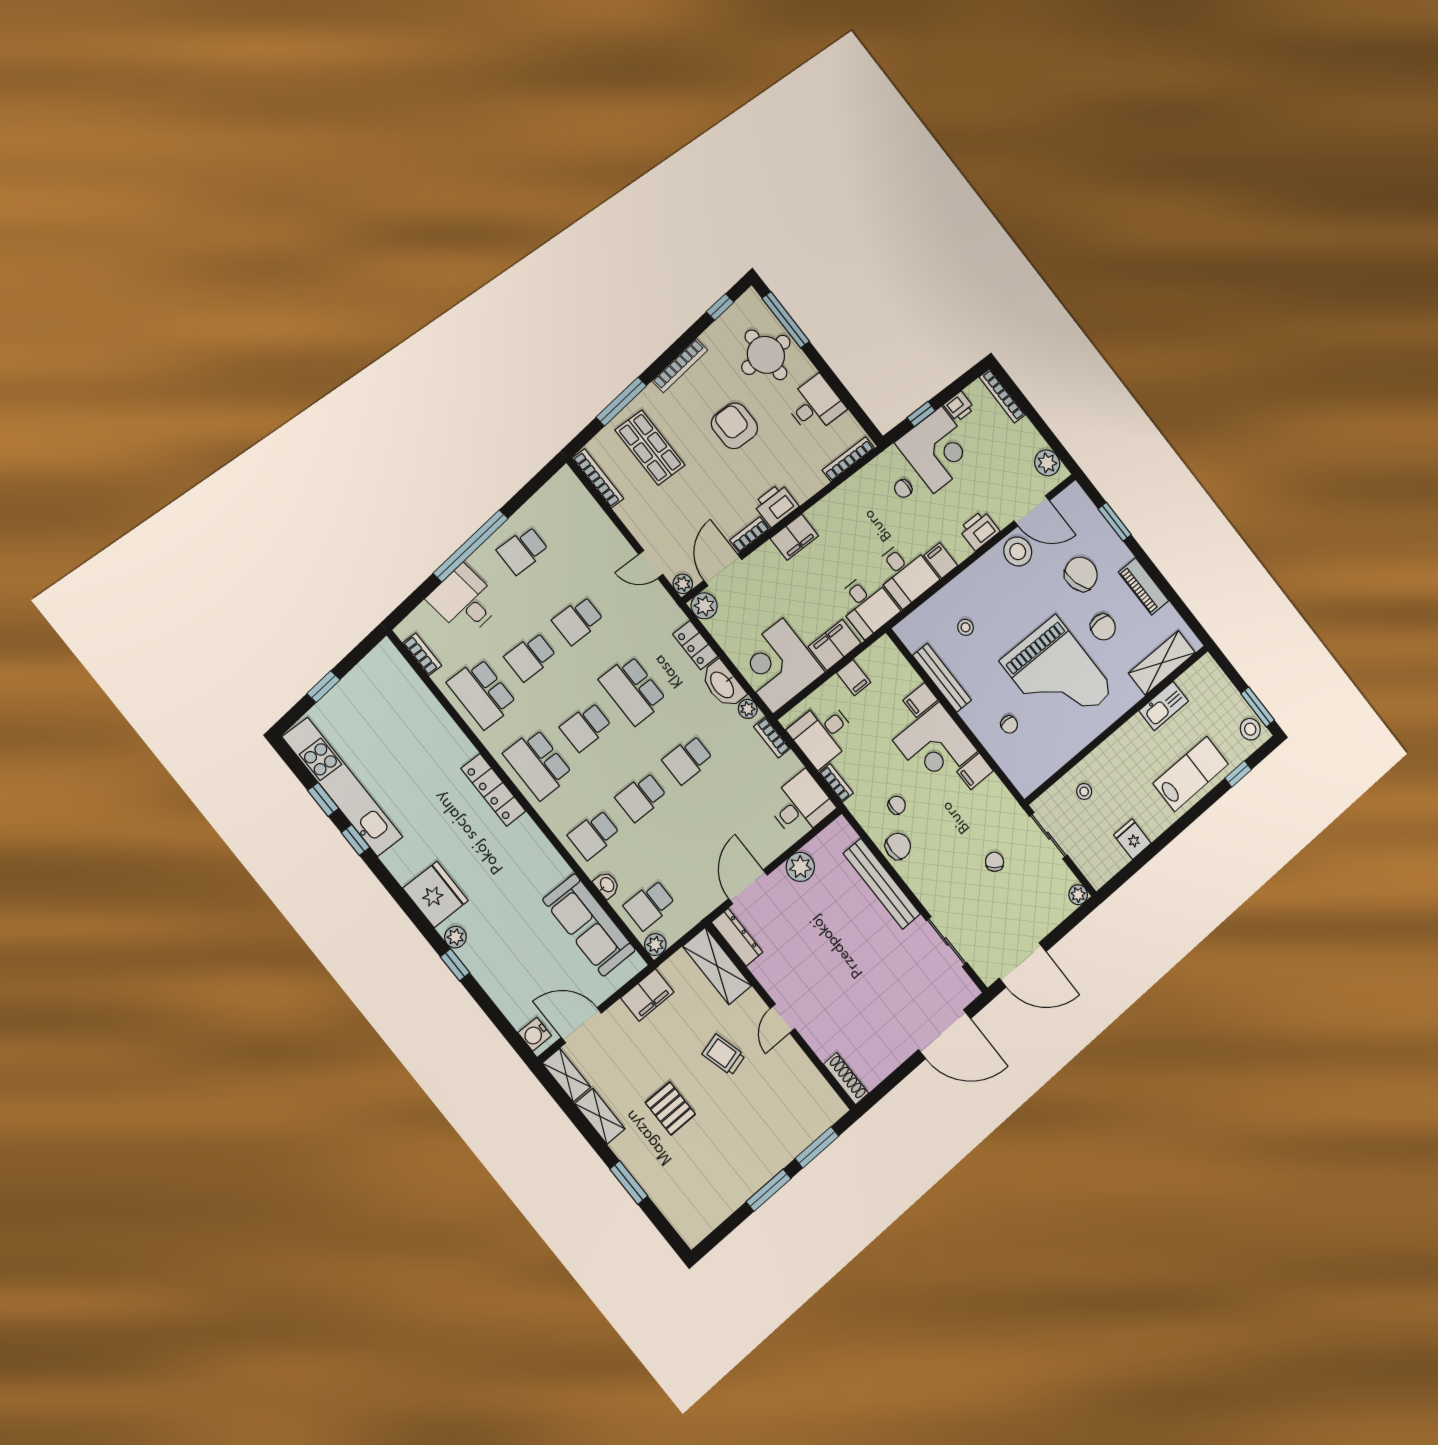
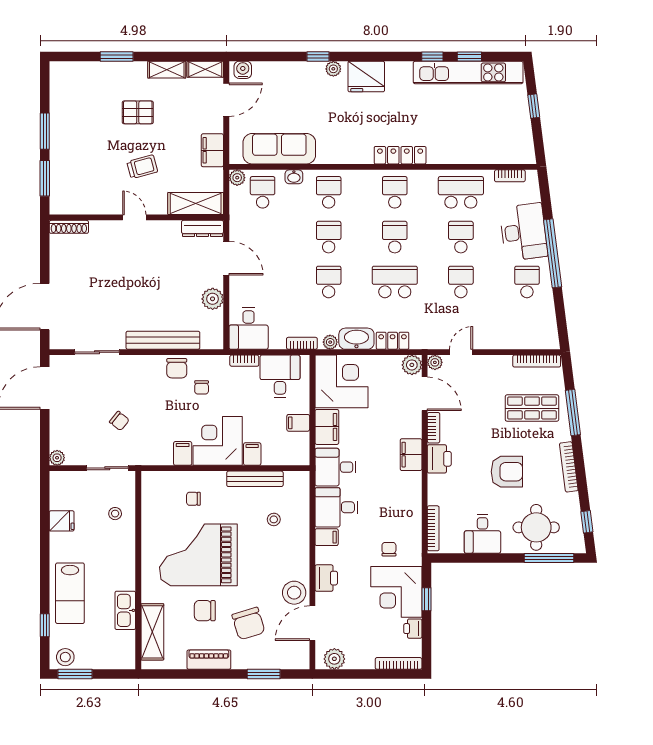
desk: (465, 601) -> (524, 232), width x1.37
school desk: (538, 764) -> (395, 192), width x0.54

